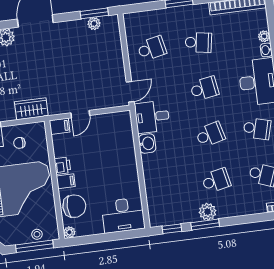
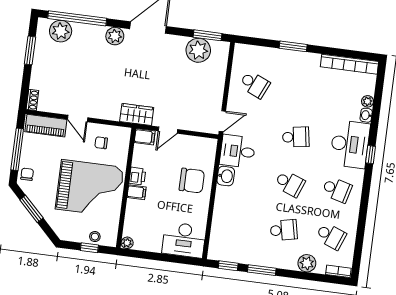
plant: (94, 24) -> (198, 50), width x1.88, depth x1.88
school desk: (198, 42) -> (302, 91), removed
school desk: (152, 48) -> (255, 84), turned 36
wardrobe: (31, 109) -> (137, 114), moved
school desk: (210, 135) -> (290, 184), turned 36
chair: (74, 206) -> (192, 181), moved
plant: (208, 212) -> (307, 263), moved
window: (35, 246) -> (89, 248), width x0.46

